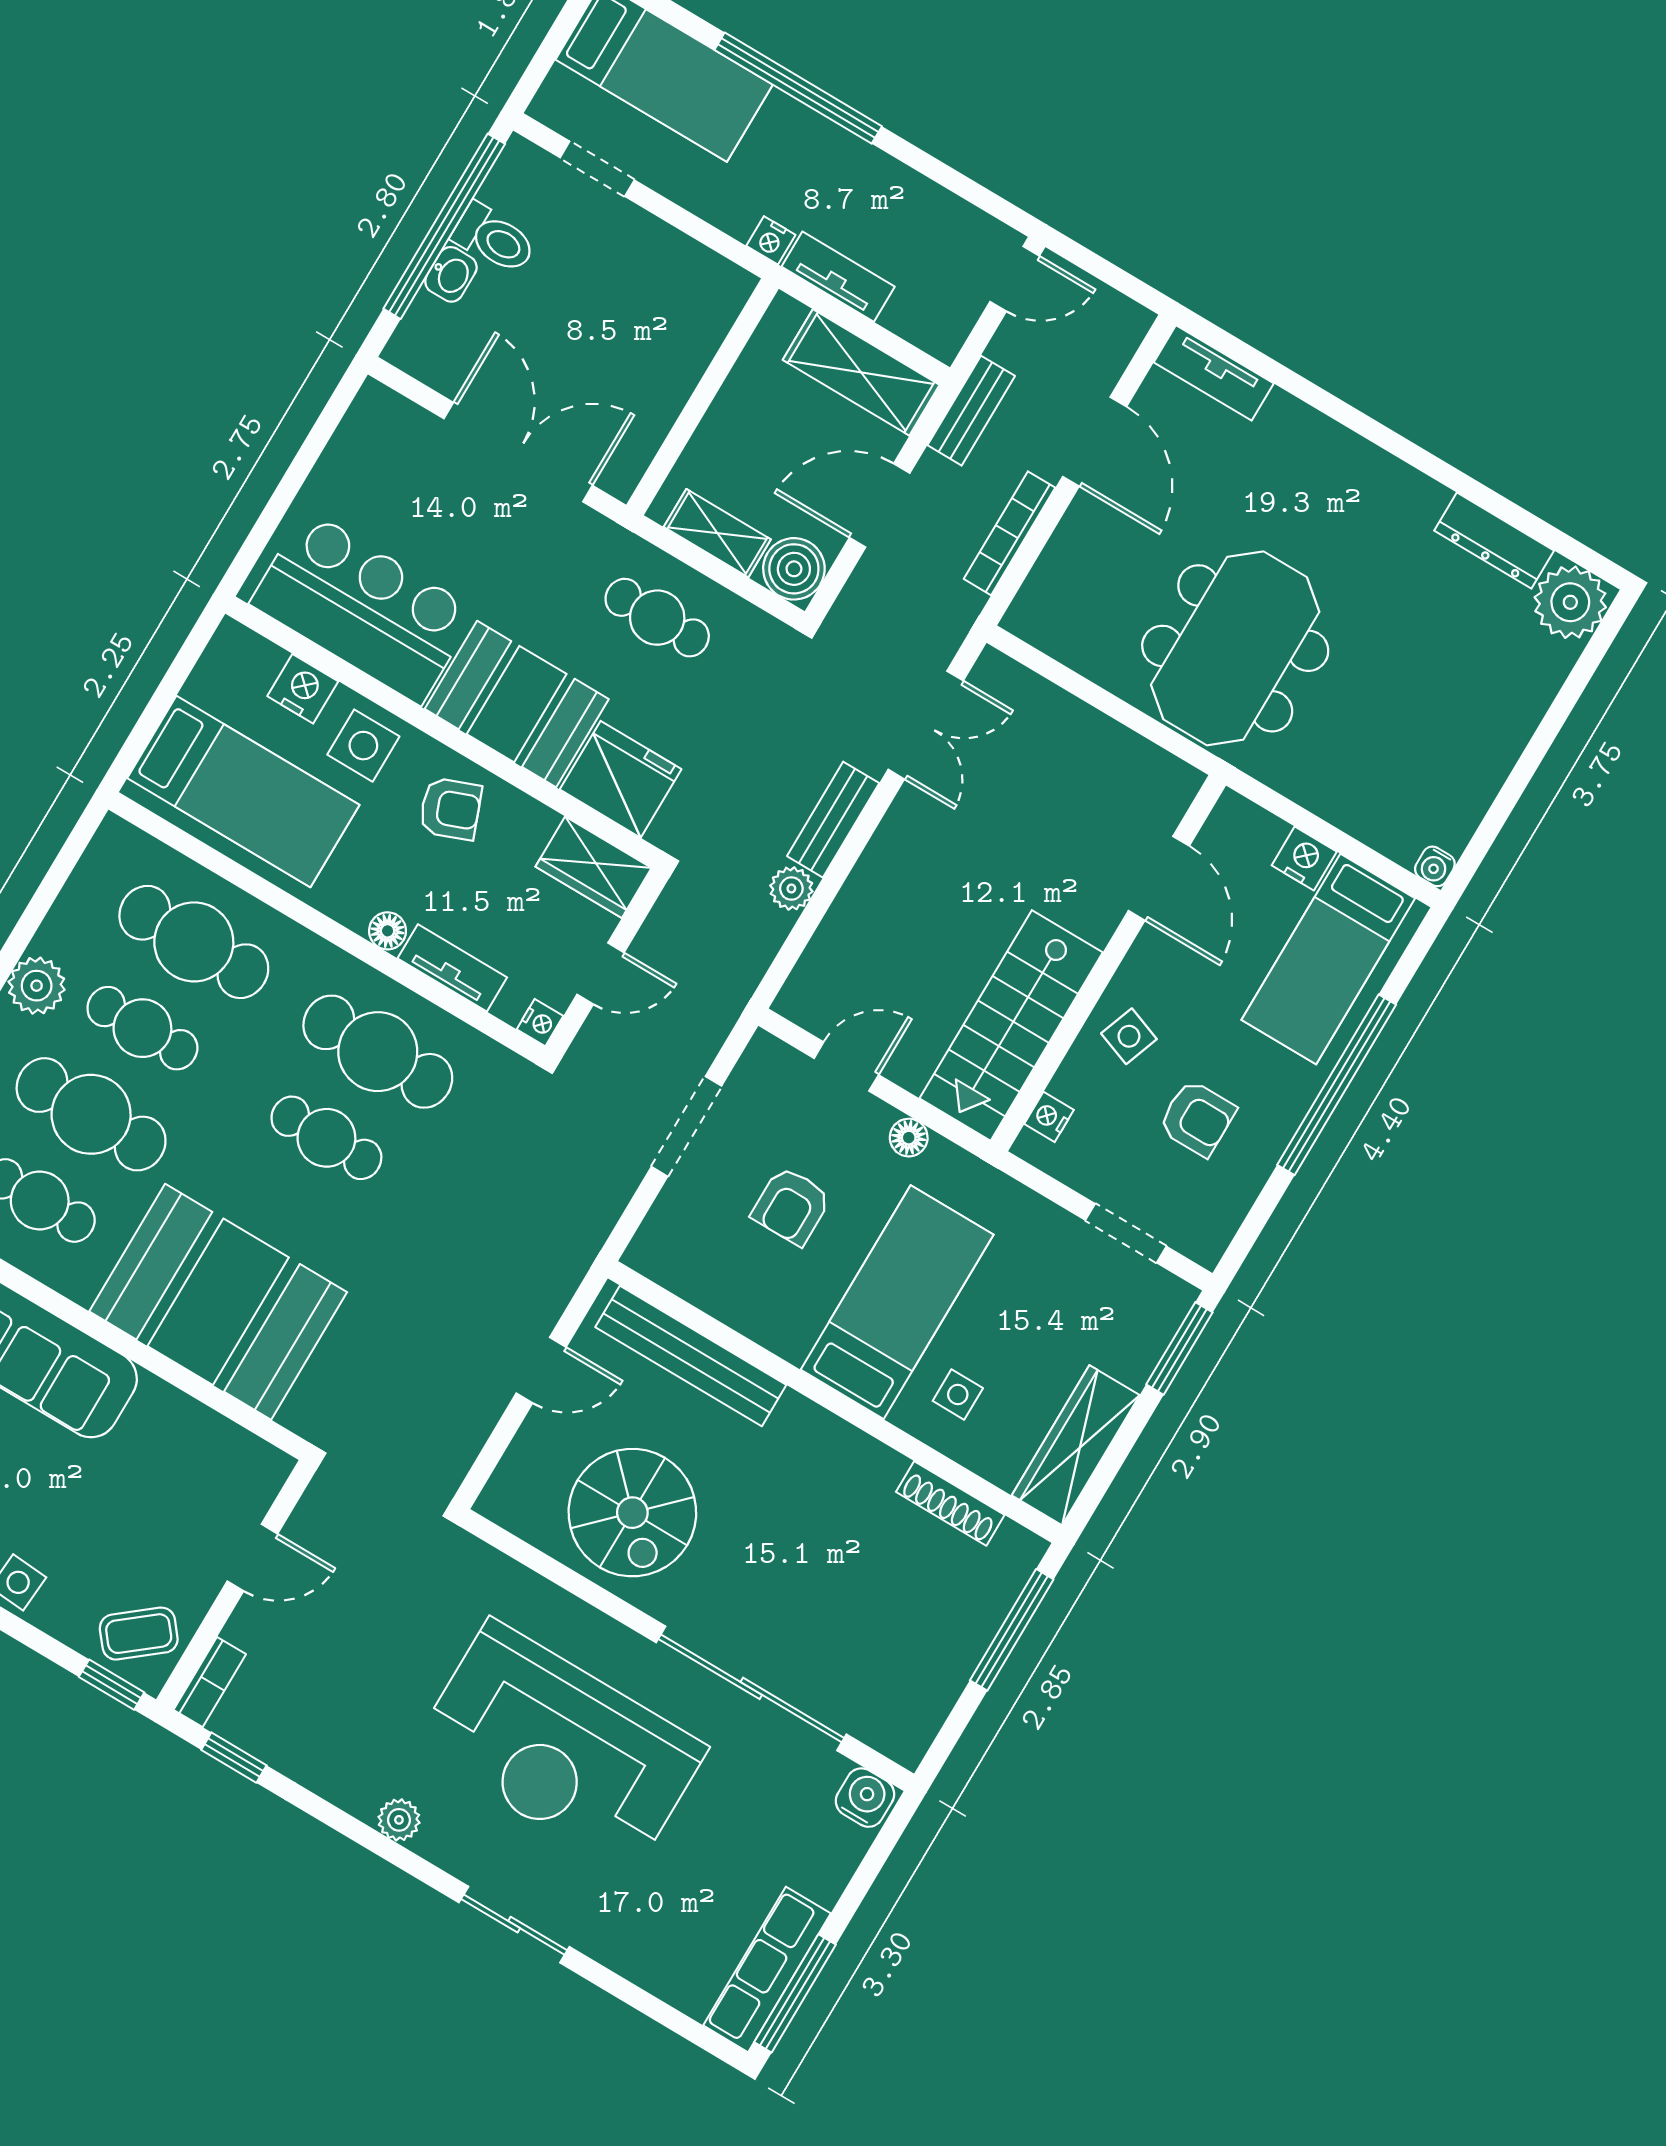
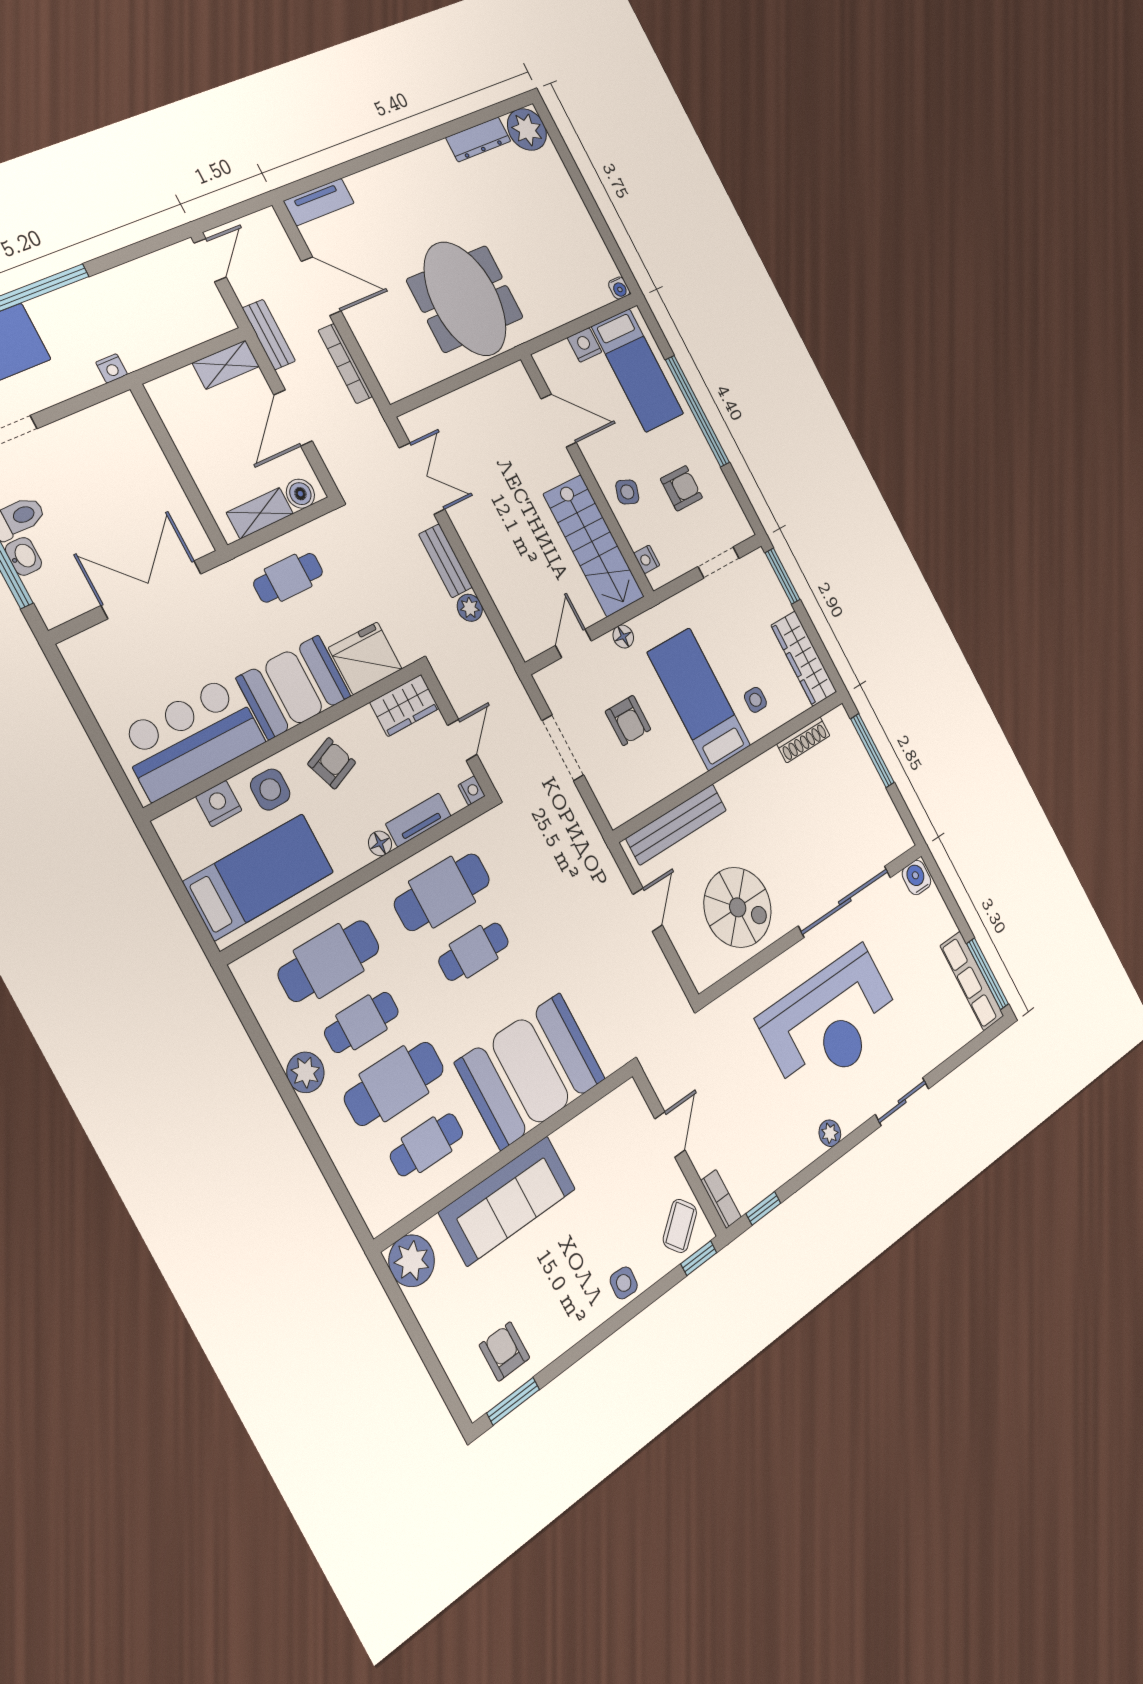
tv unit: (838, 277) -> (154, 348), removed
shelving: (861, 372) -> (226, 365), width x0.67, depth x0.75
boiler: (794, 569) -> (300, 494), width x0.73, depth x0.73

